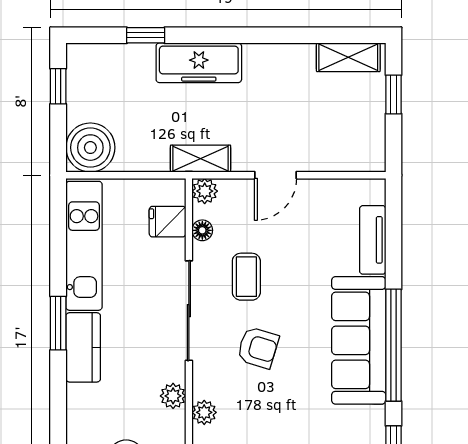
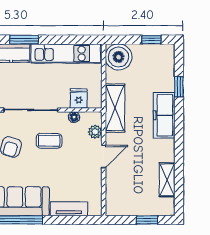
shelving: (348, 57) -> (167, 180), moved
shelving: (201, 159) -> (115, 108), width x1.50, depth x1.33
door: (276, 175) -> (104, 157), swing flipped
plant: (205, 191) -> (95, 132), moved

